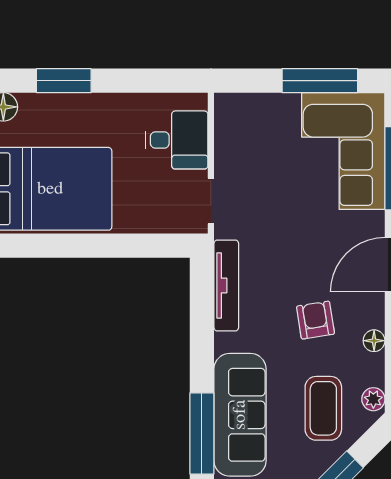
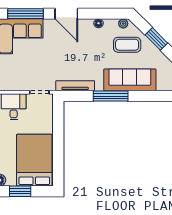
armchair: (315, 320) -> (90, 48), removed
window: (202, 433) -> (111, 96), moved

